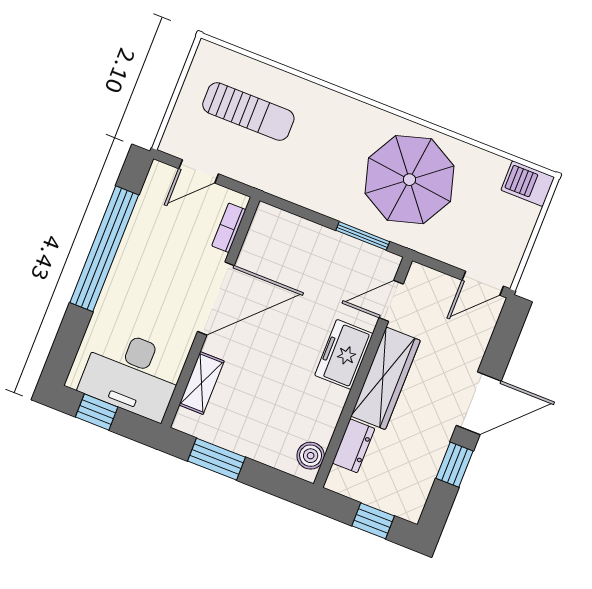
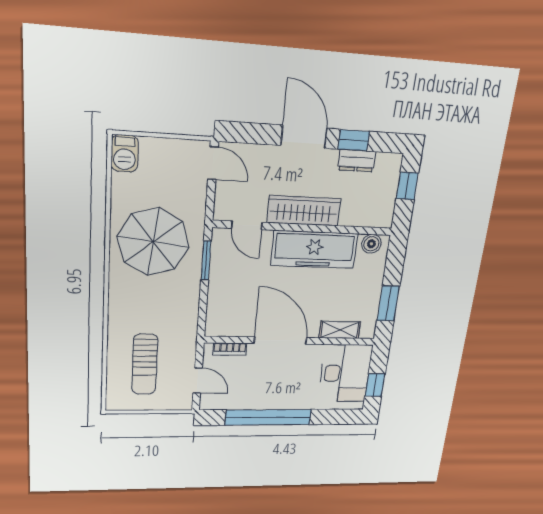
sun lounger: (248, 111) -> (145, 364), turned 180
freezer: (344, 354) -> (314, 250), width x1.91, depth x1.26
dresser: (354, 446) -> (357, 161), moved, turned 180

